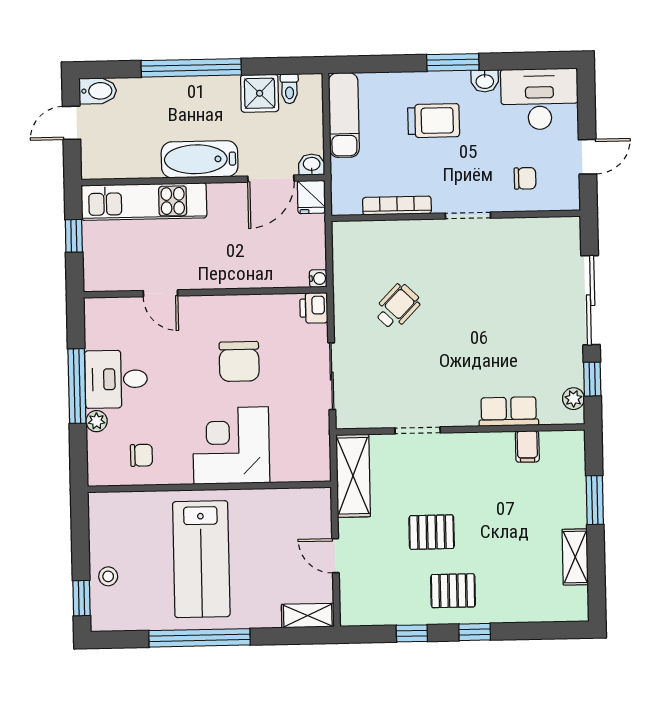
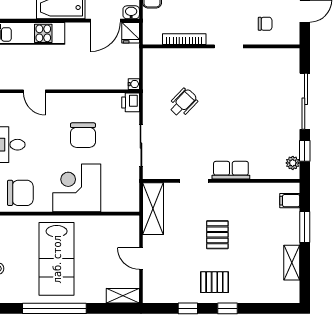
row of seats: (509, 412) -> (231, 170), moved
filing cabinet: (527, 446) -> (290, 201), moved, turned 90
chair: (141, 455) -> (20, 193), width x1.87, depth x1.87
pallet: (432, 532) -> (217, 235), moved, turned 90

